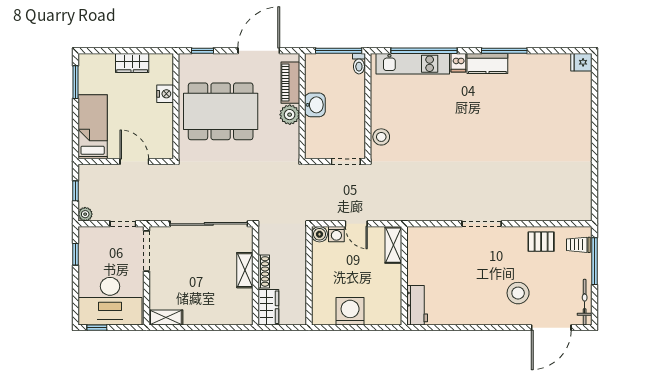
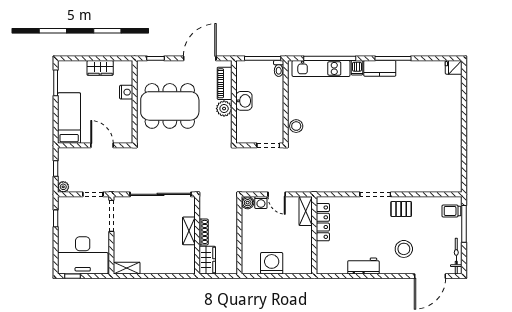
pallet: (541, 242) -> (401, 209), moved
locker: (415, 259) -> (323, 222), added
workbench: (417, 305) -> (363, 266), moved, turned -90

